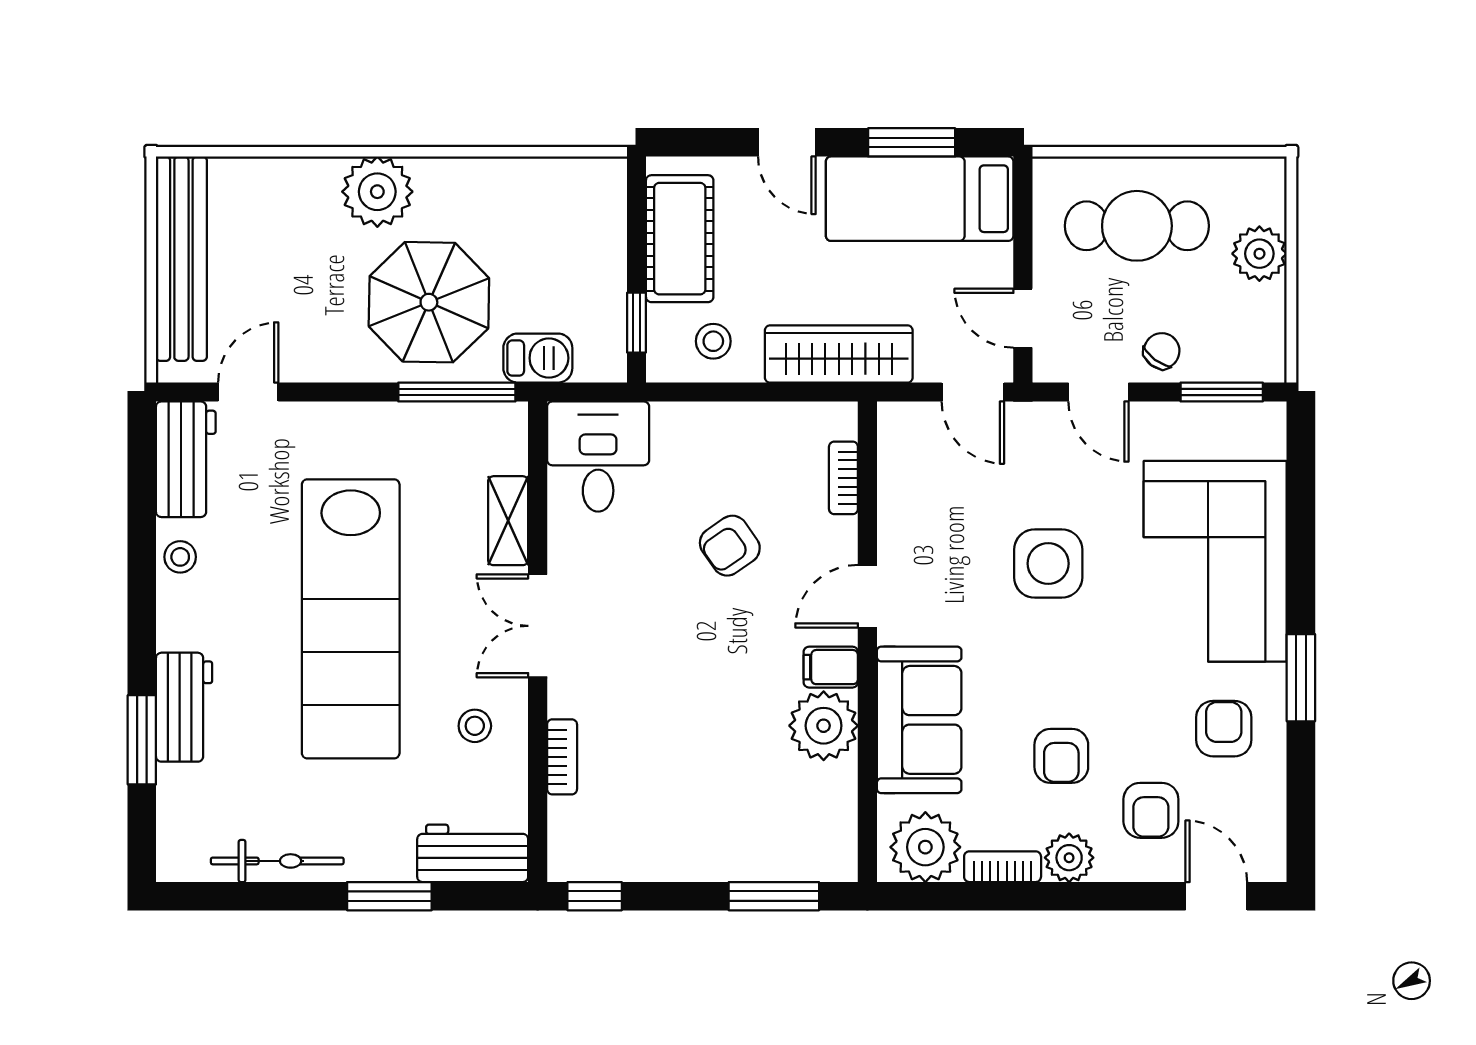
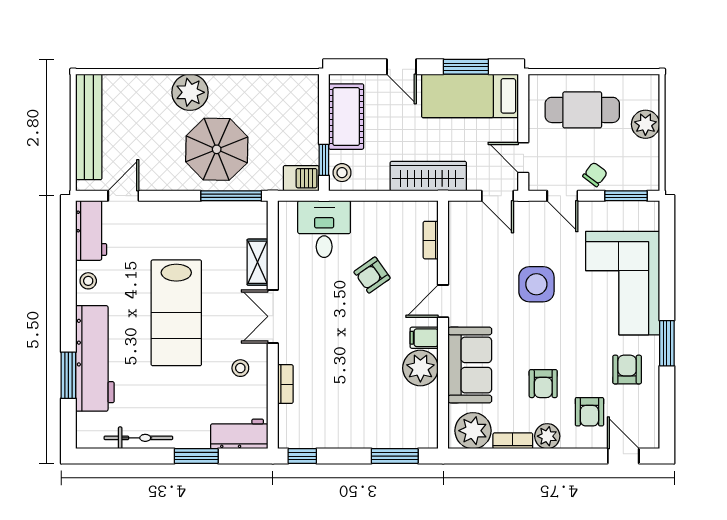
stool: (713, 341) -> (342, 173), moved
barbecue: (538, 358) -> (301, 178), moved
desk: (598, 457) -> (324, 229), moved
lab bench: (351, 619) -> (176, 313), width x0.73
workbench: (184, 707) -> (95, 358), width x1.88, depth x1.32

